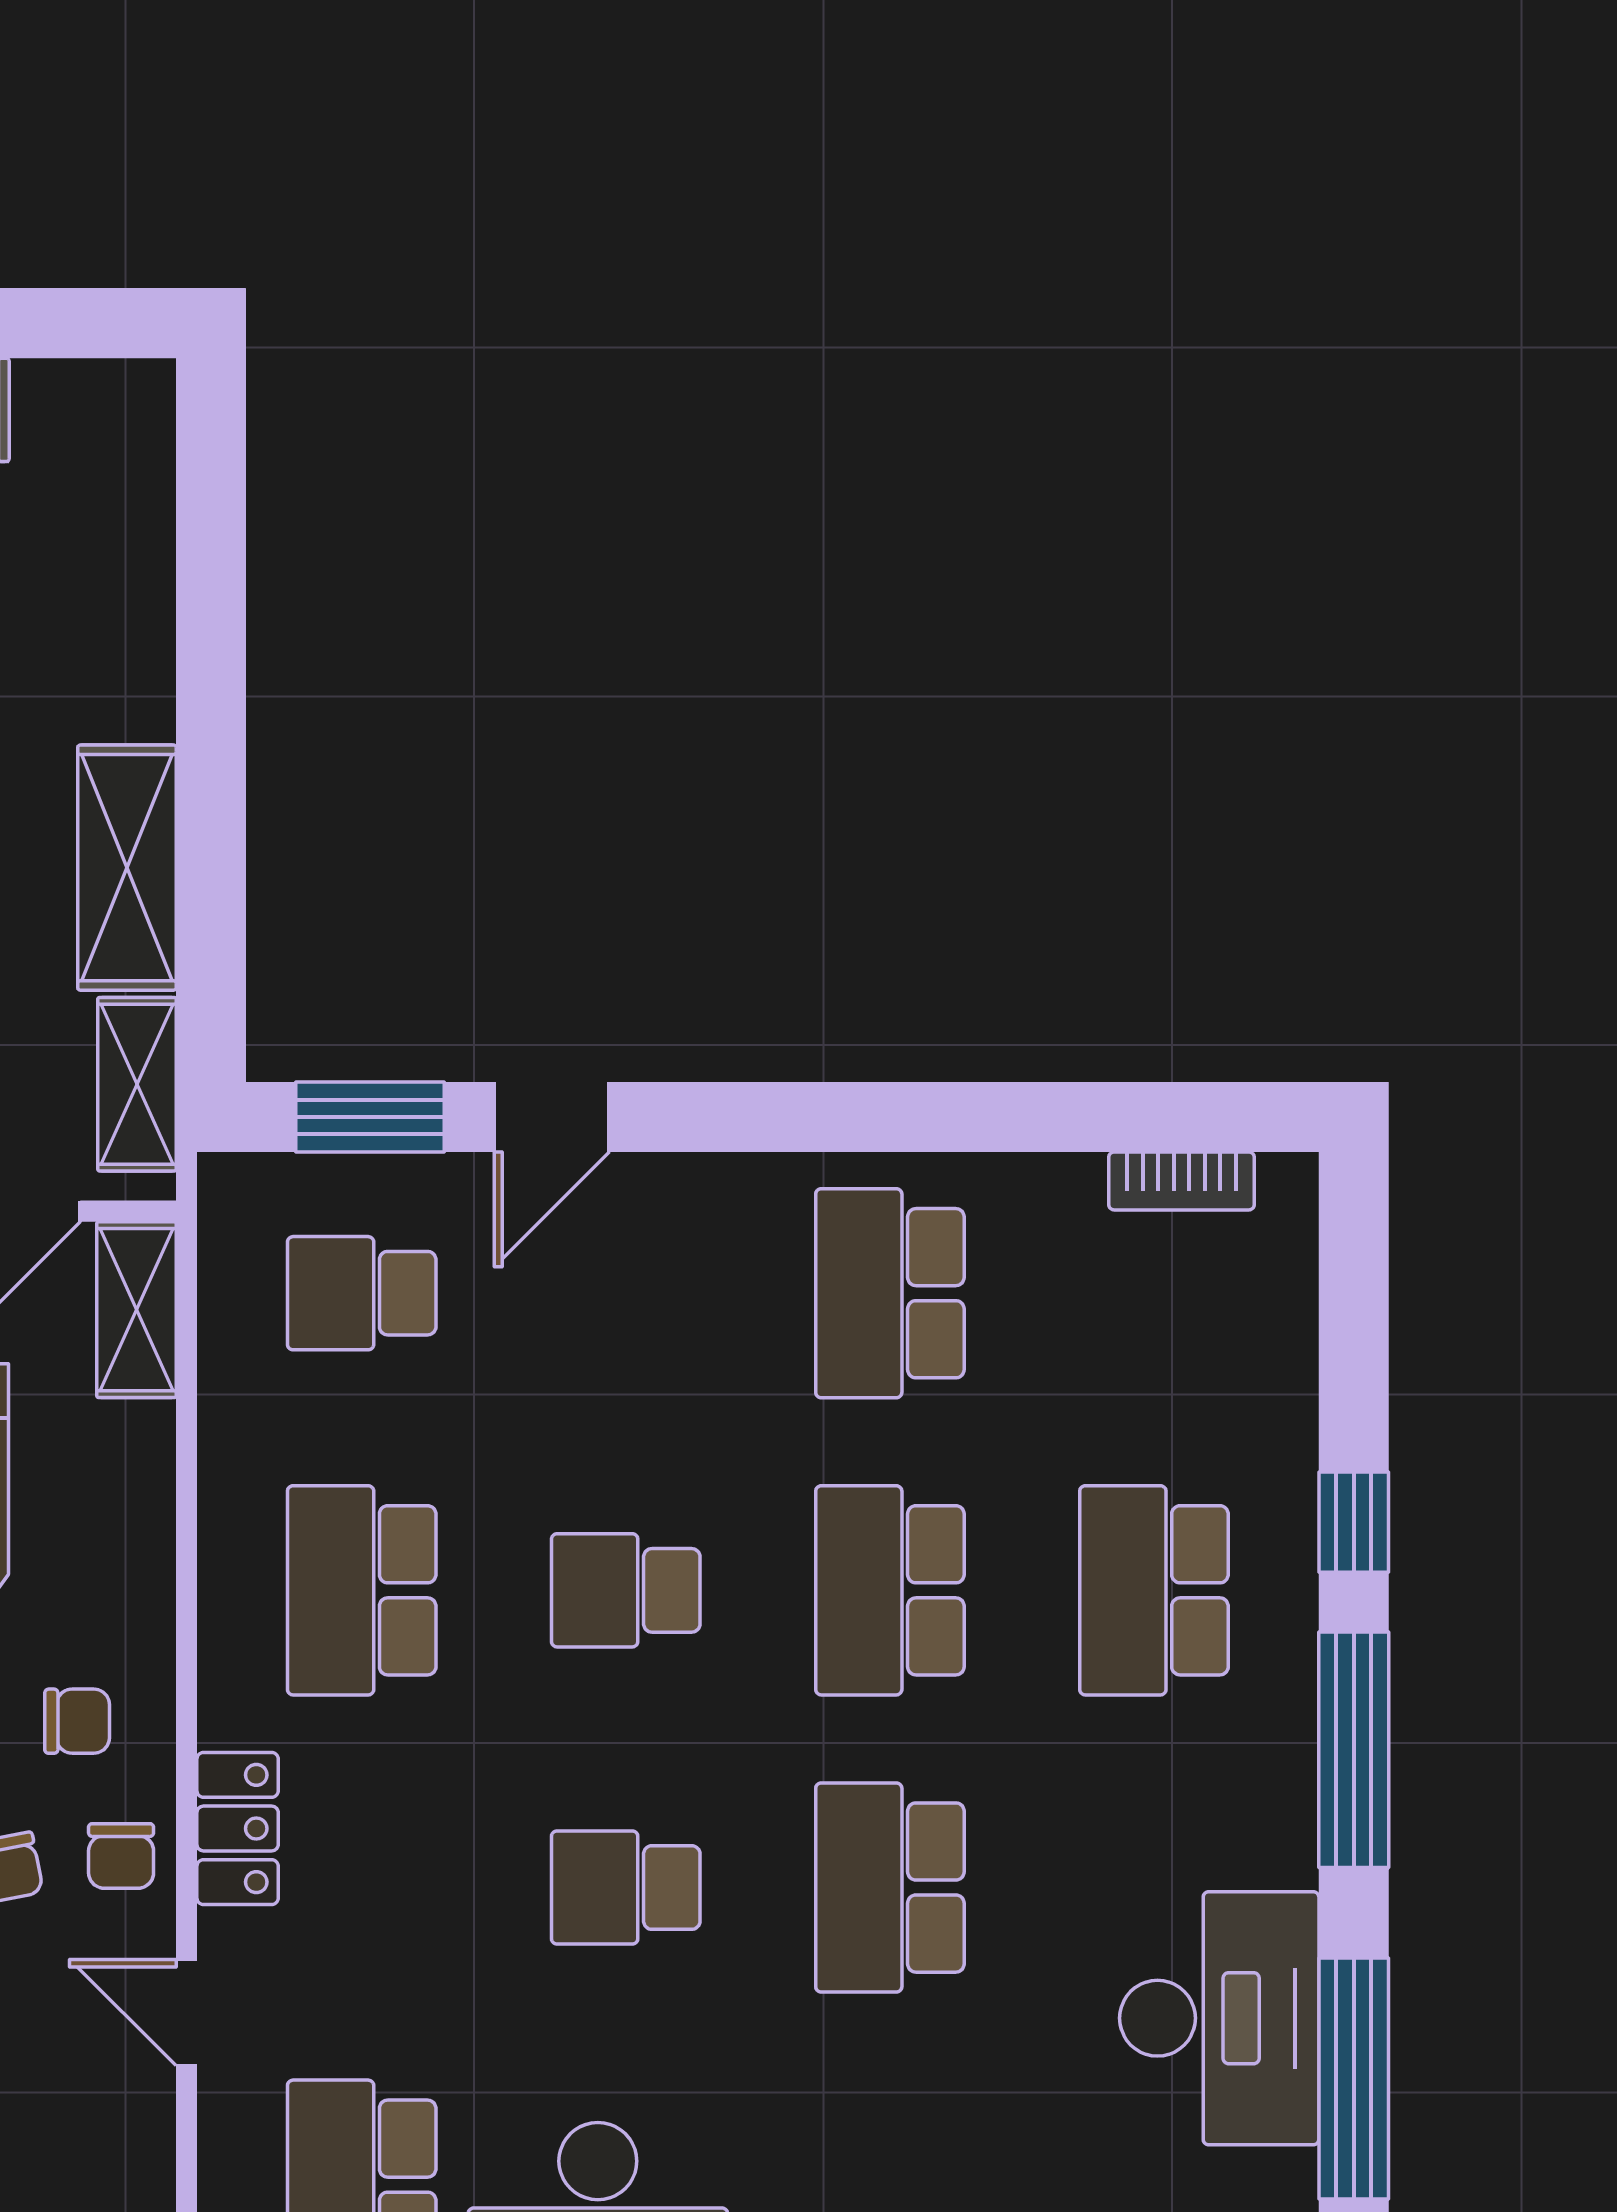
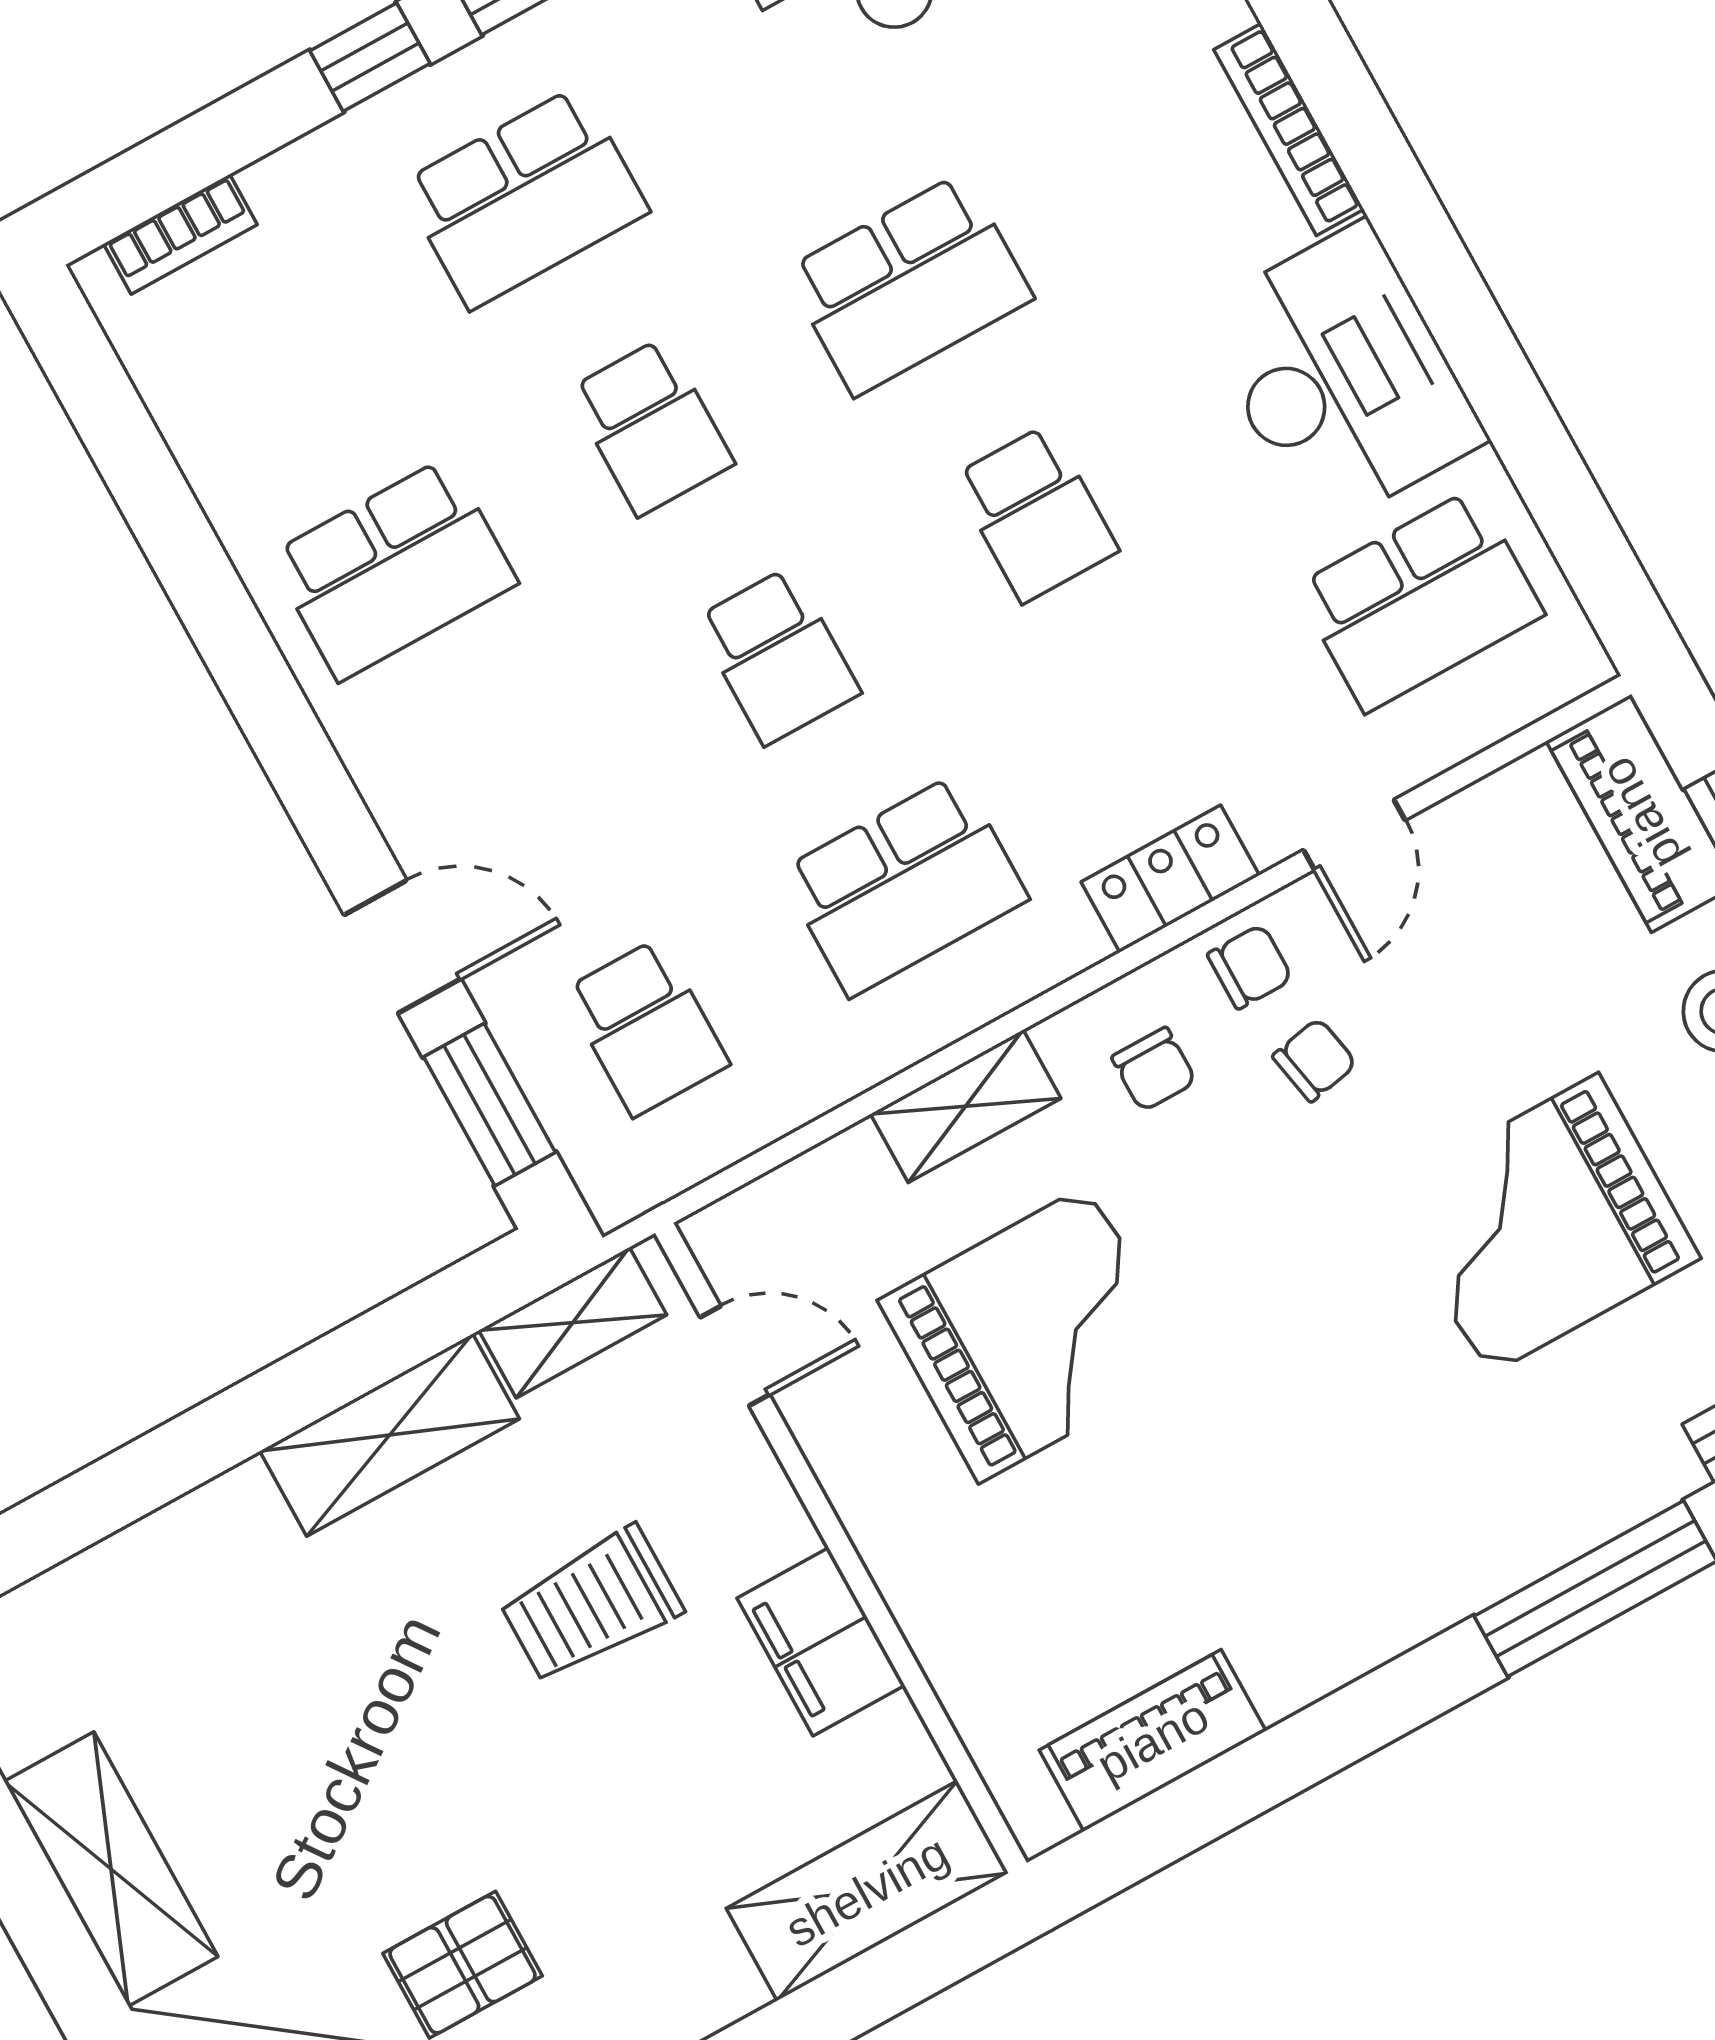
bookcase: (1182, 1181) -> (180, 234), moved, turned 90
shelving: (136, 1310) -> (966, 1106), moved
school desk: (890, 1590) -> (651, 427), width x0.54
chair: (77, 1721) -> (1154, 1069), turned 180

